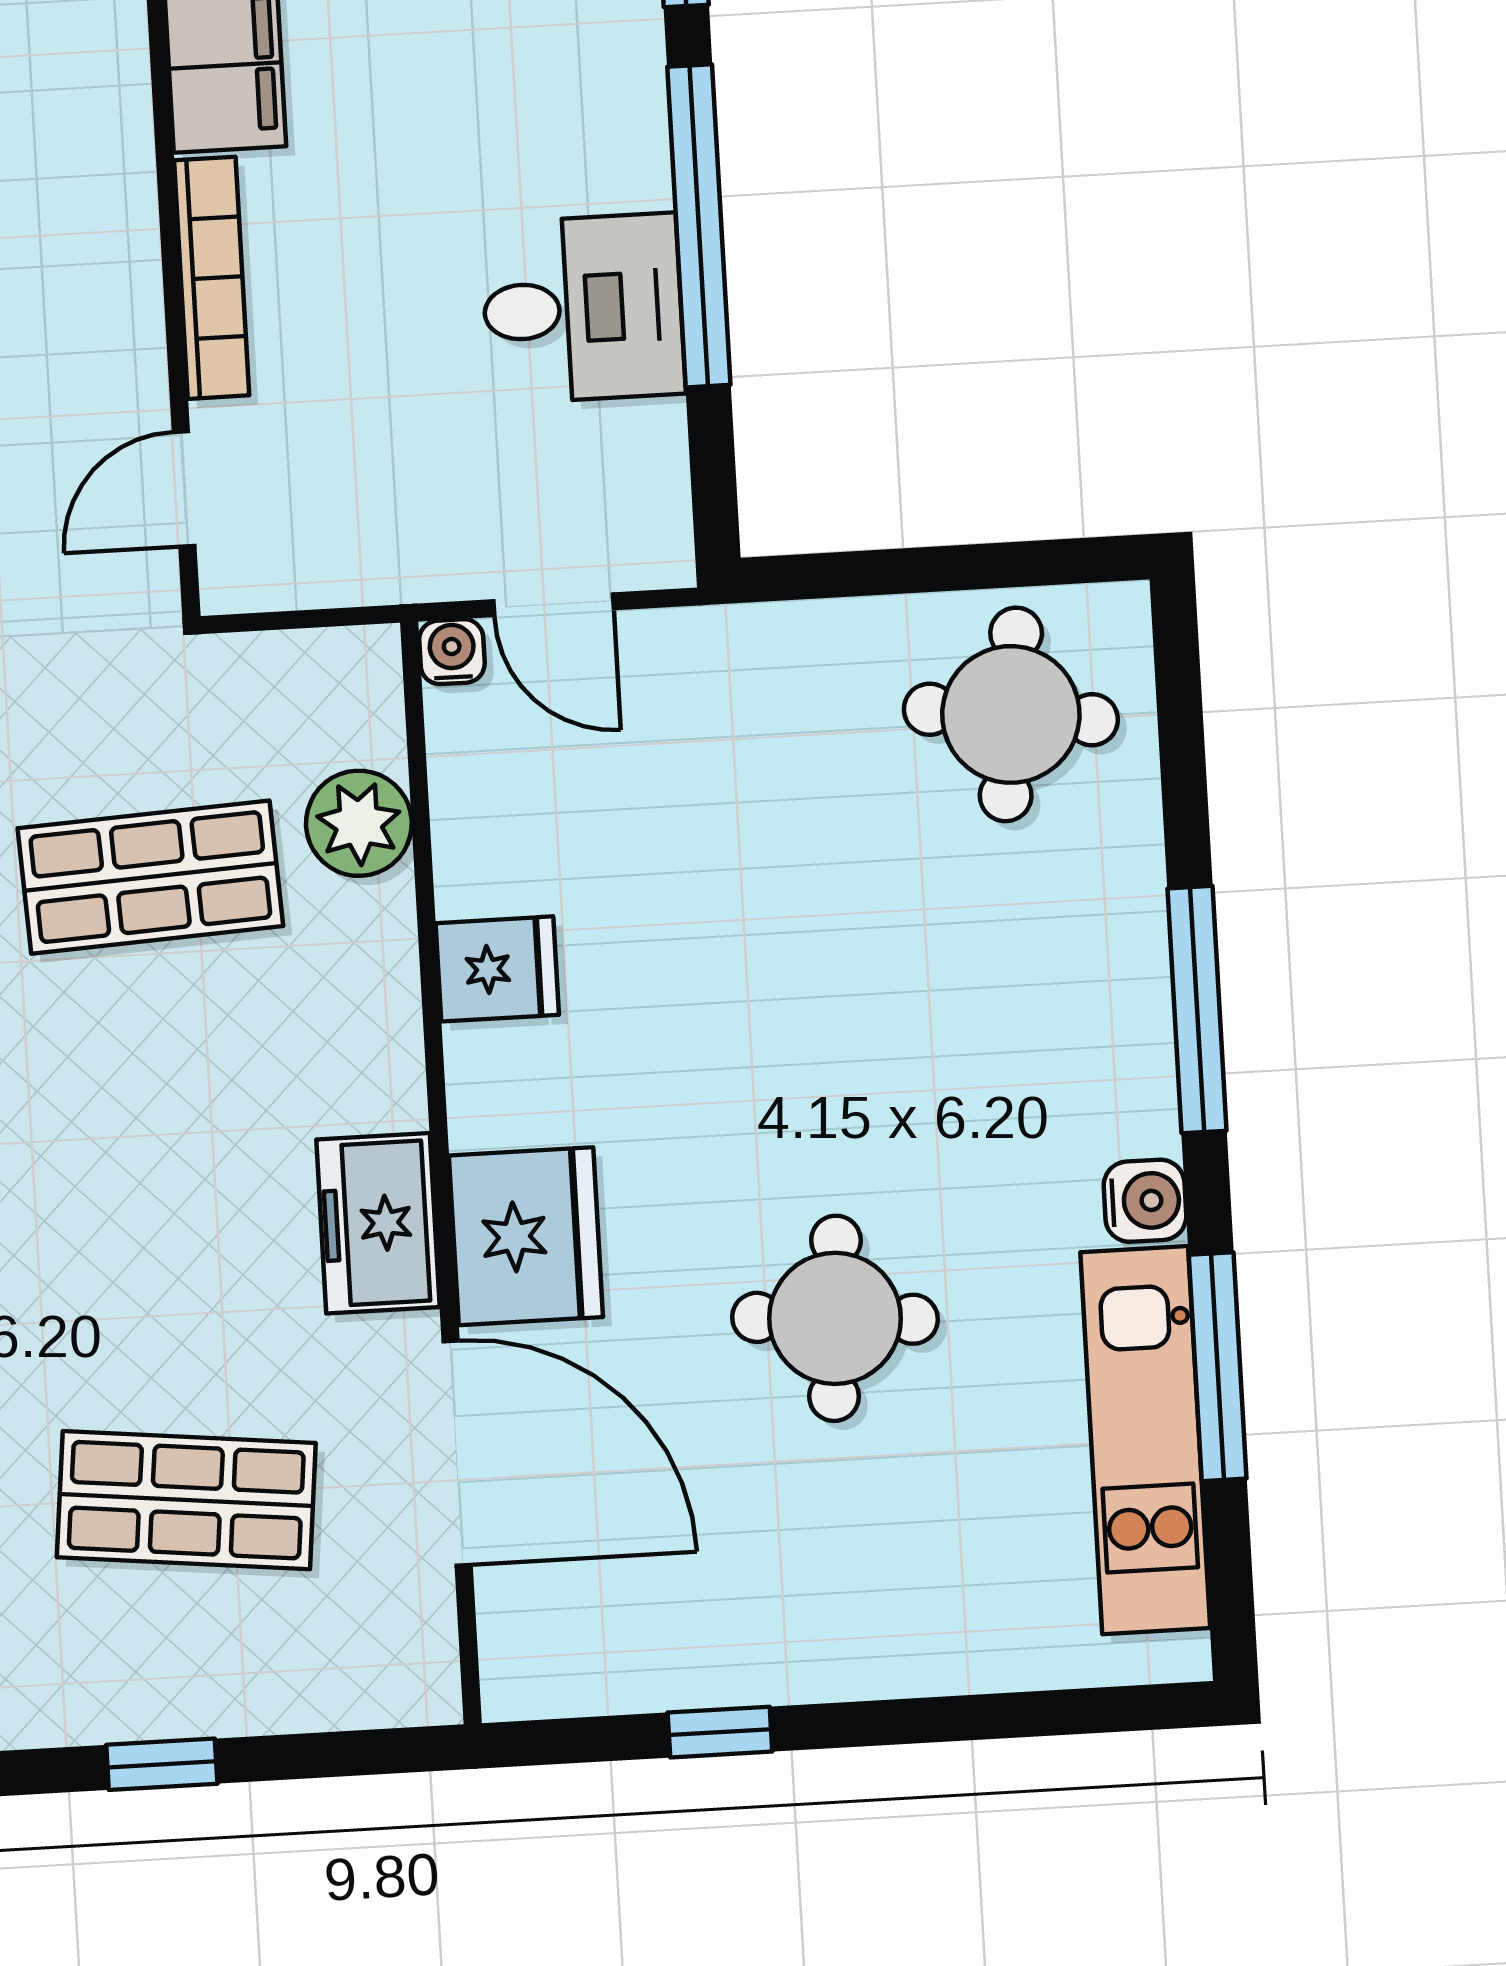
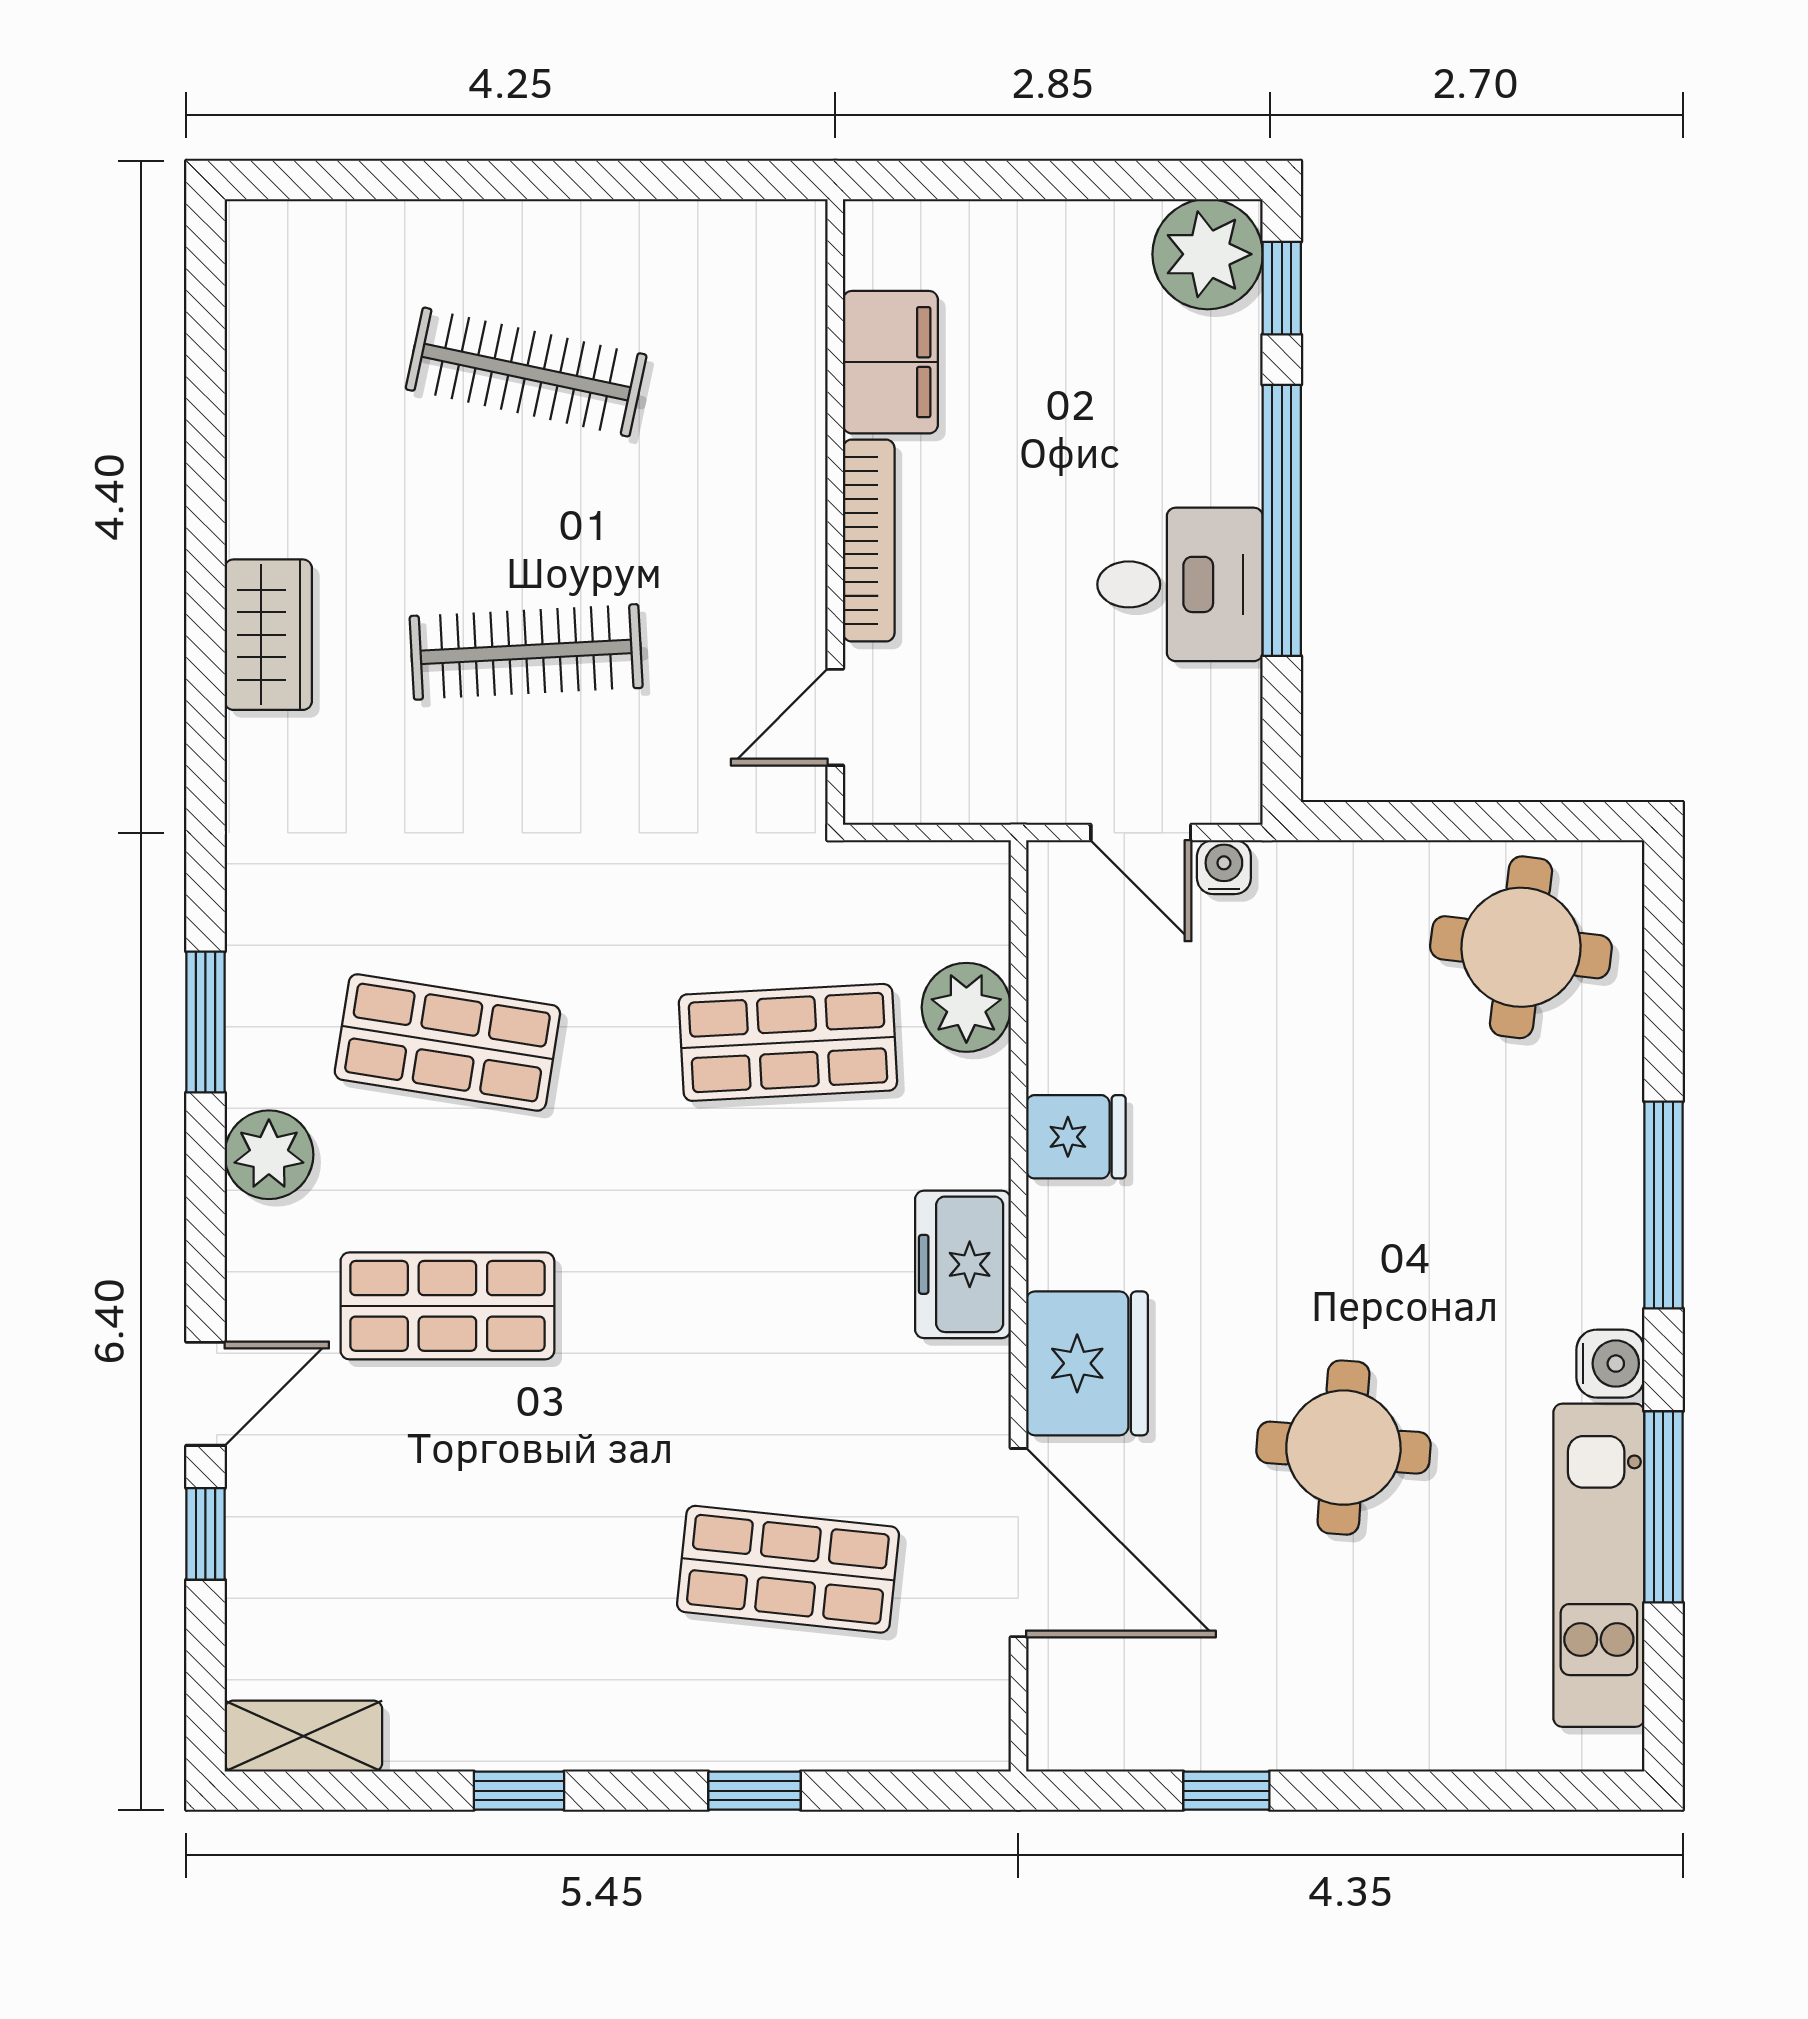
water cooler: (452, 652) -> (1224, 867), moved
freezer: (378, 1223) -> (963, 1264), moved

